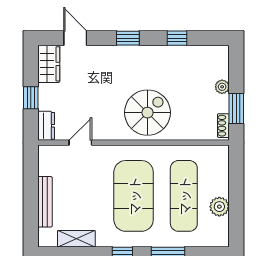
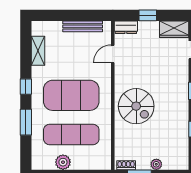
door: (80, 143) -> (113, 54), swing flipped
bench: (45, 202) -> (83, 26), moved

